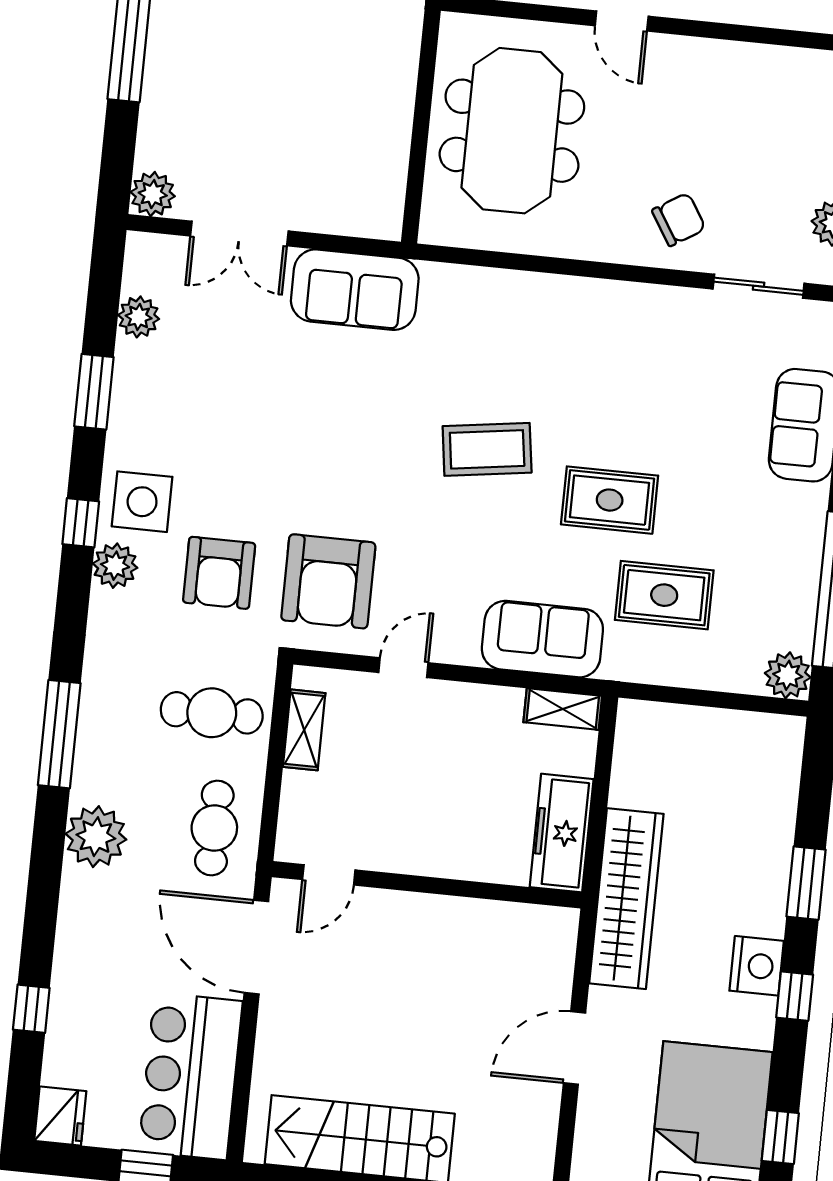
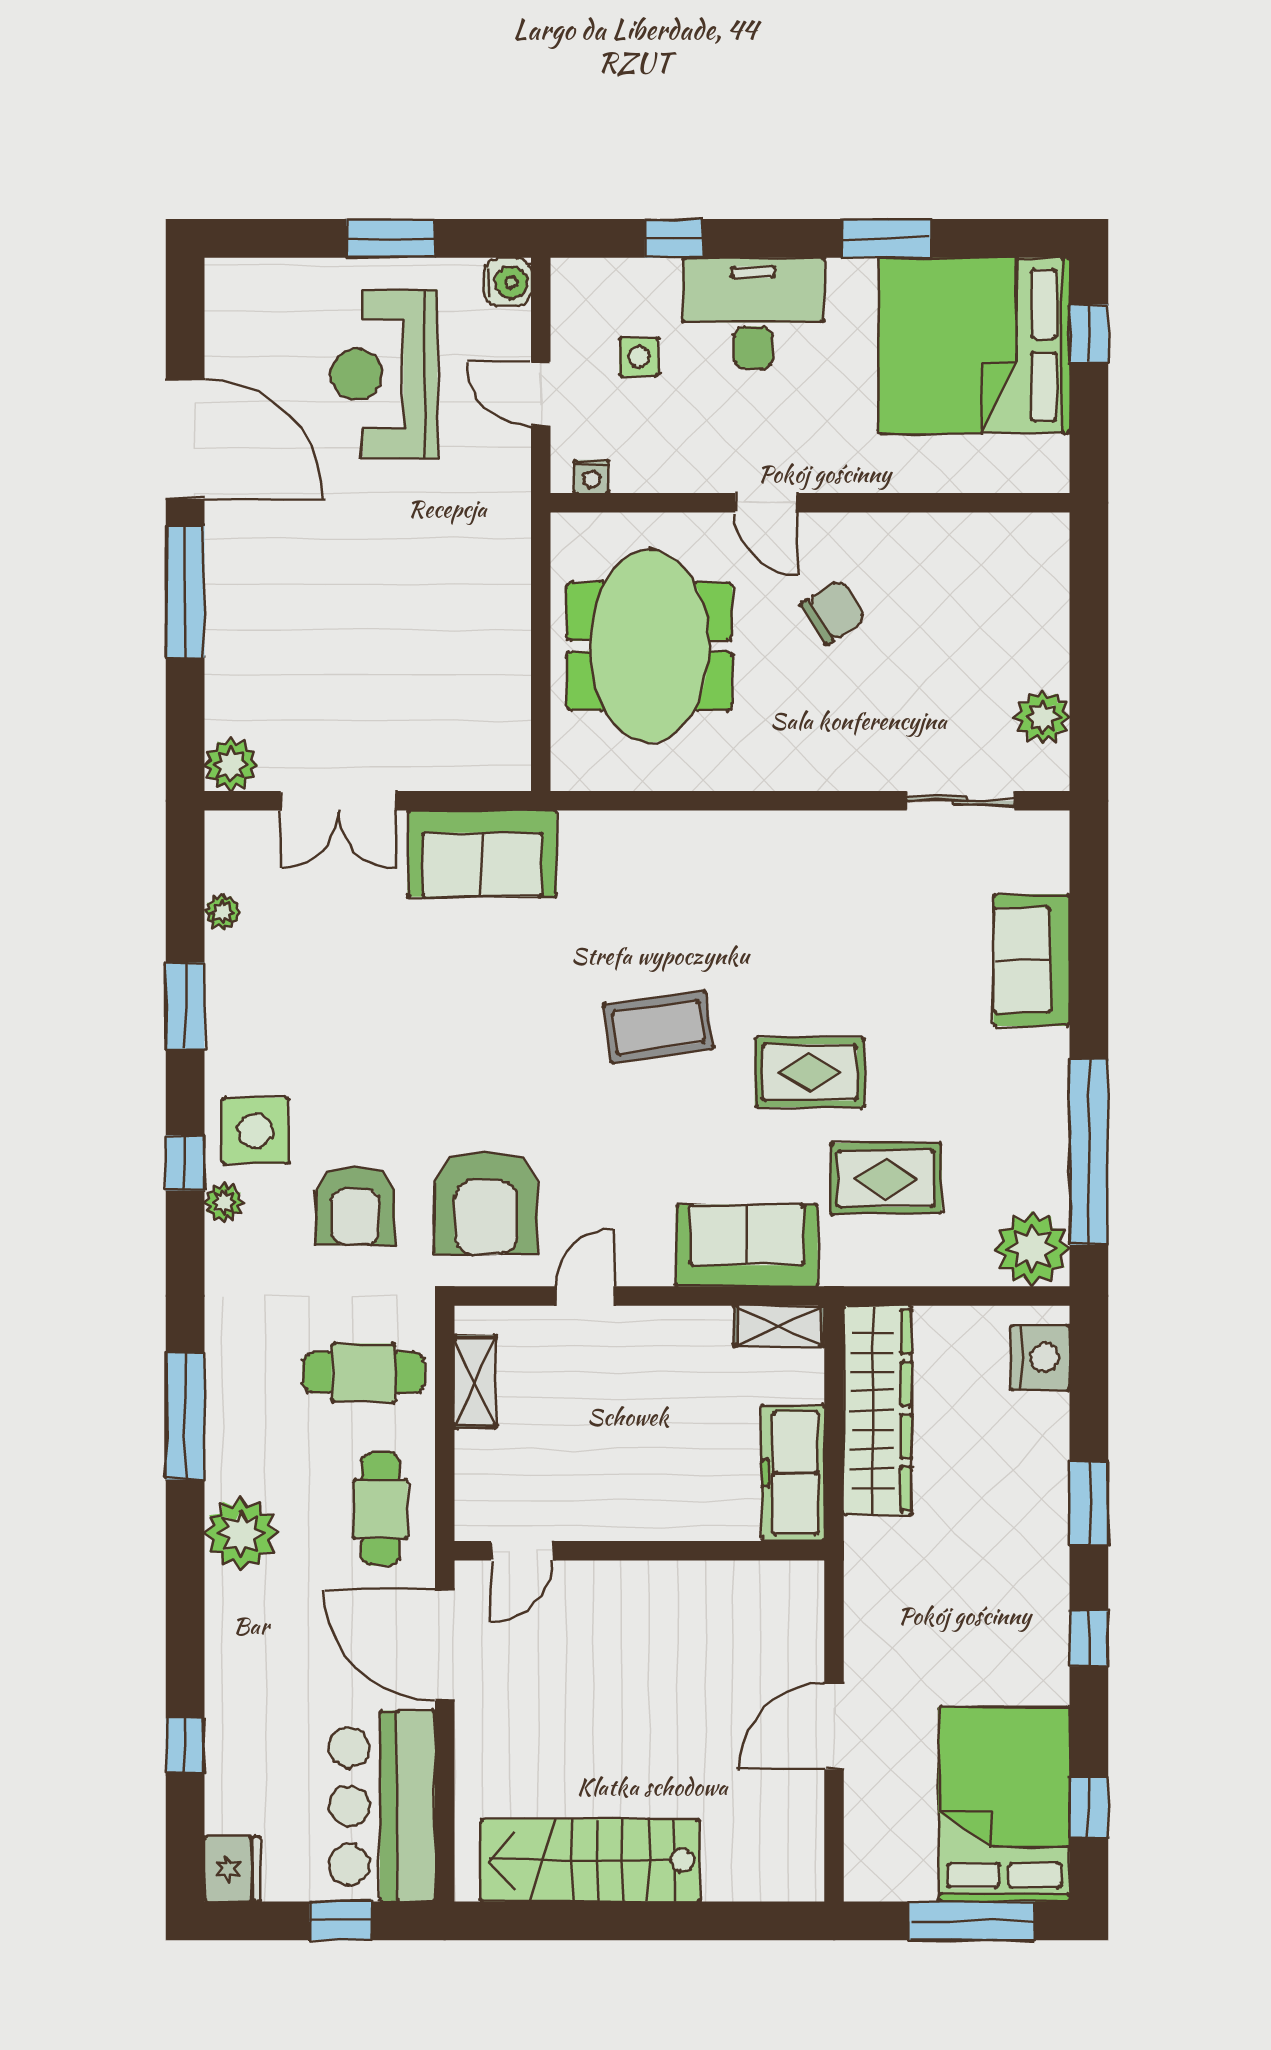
chair: (679, 219) -> (834, 612), moved
plant: (139, 317) -> (222, 912), width x0.73, depth x0.73
plant: (115, 566) -> (224, 1202), width x0.73, depth x0.73
plant: (788, 675) -> (1032, 1249), width x1.36, depth x1.36
wardrobe: (626, 899) -> (878, 1410), moved
nightstand: (757, 966) -> (1040, 1357), moved

